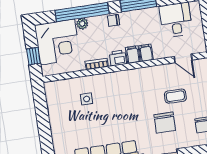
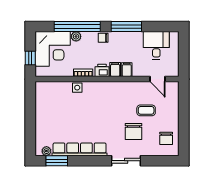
side table: (87, 99) -> (77, 88), moved

